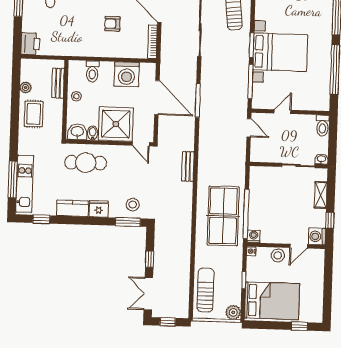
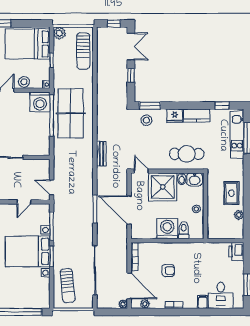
washing machine: (127, 74) -> (167, 229), moved
bench: (58, 83) -> (212, 219), removed
washing machine: (254, 236) -> (40, 102), width x1.89, depth x1.89

